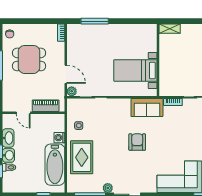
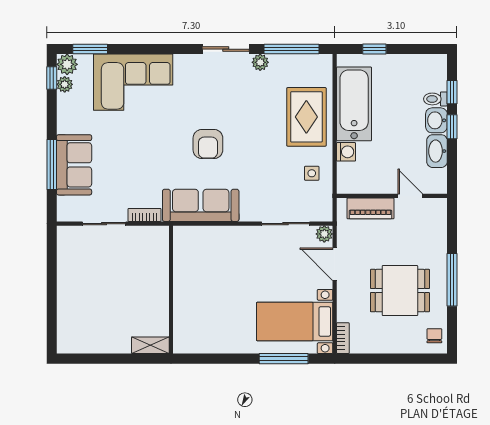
bed with nightstands: (135, 71) -> (295, 322), moved, turned 180
sofa: (147, 107) -> (201, 205), width x1.36

